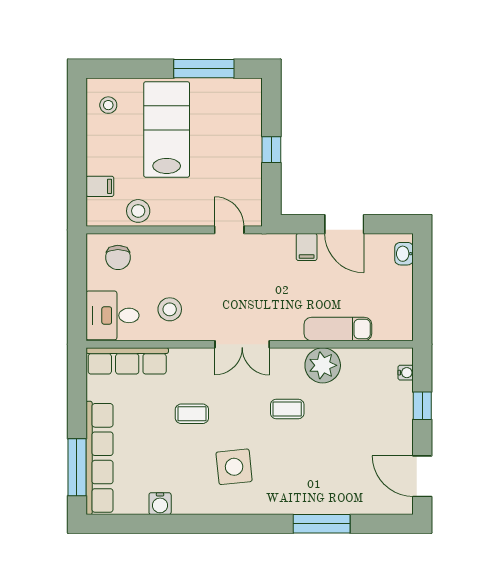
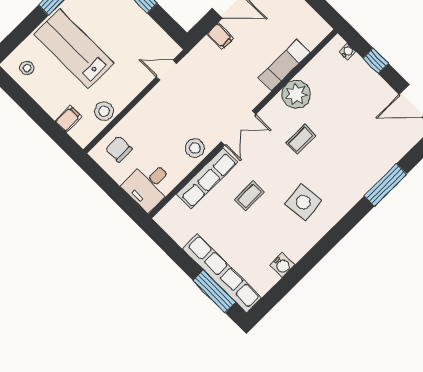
chair: (118, 257) -> (119, 149), turned 180
stool: (170, 309) -> (195, 148), moved
row of seats: (127, 361) -> (207, 178), moved

